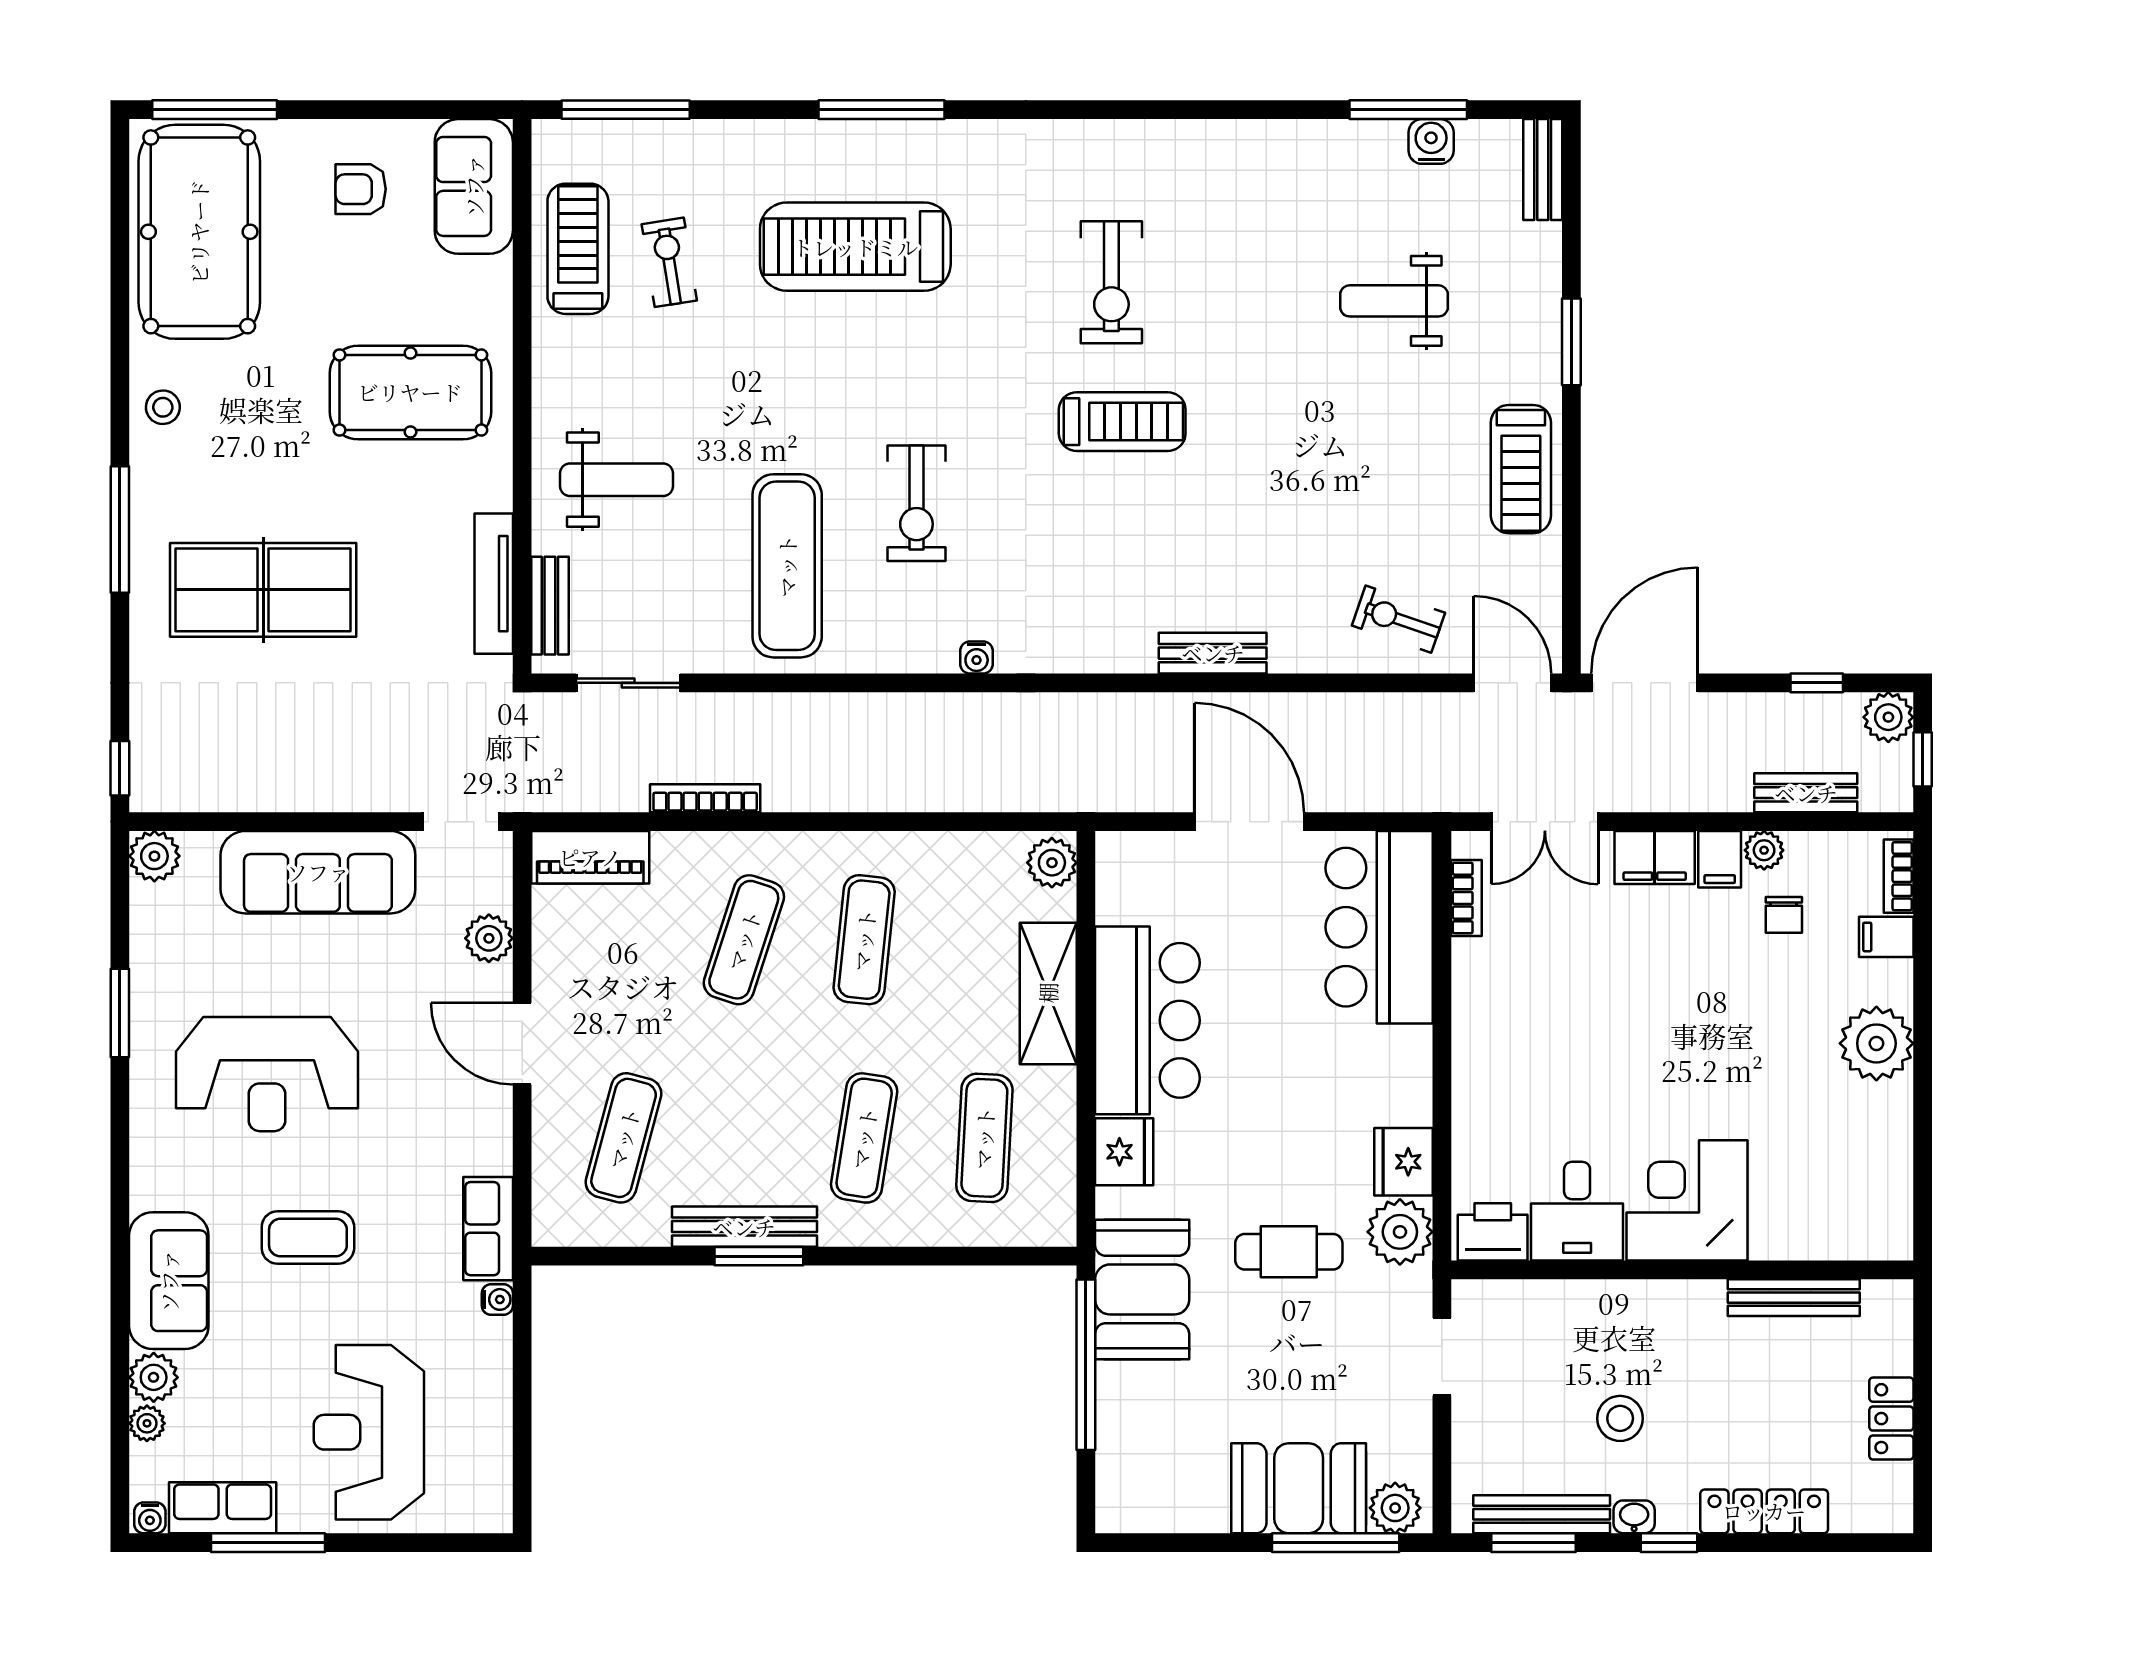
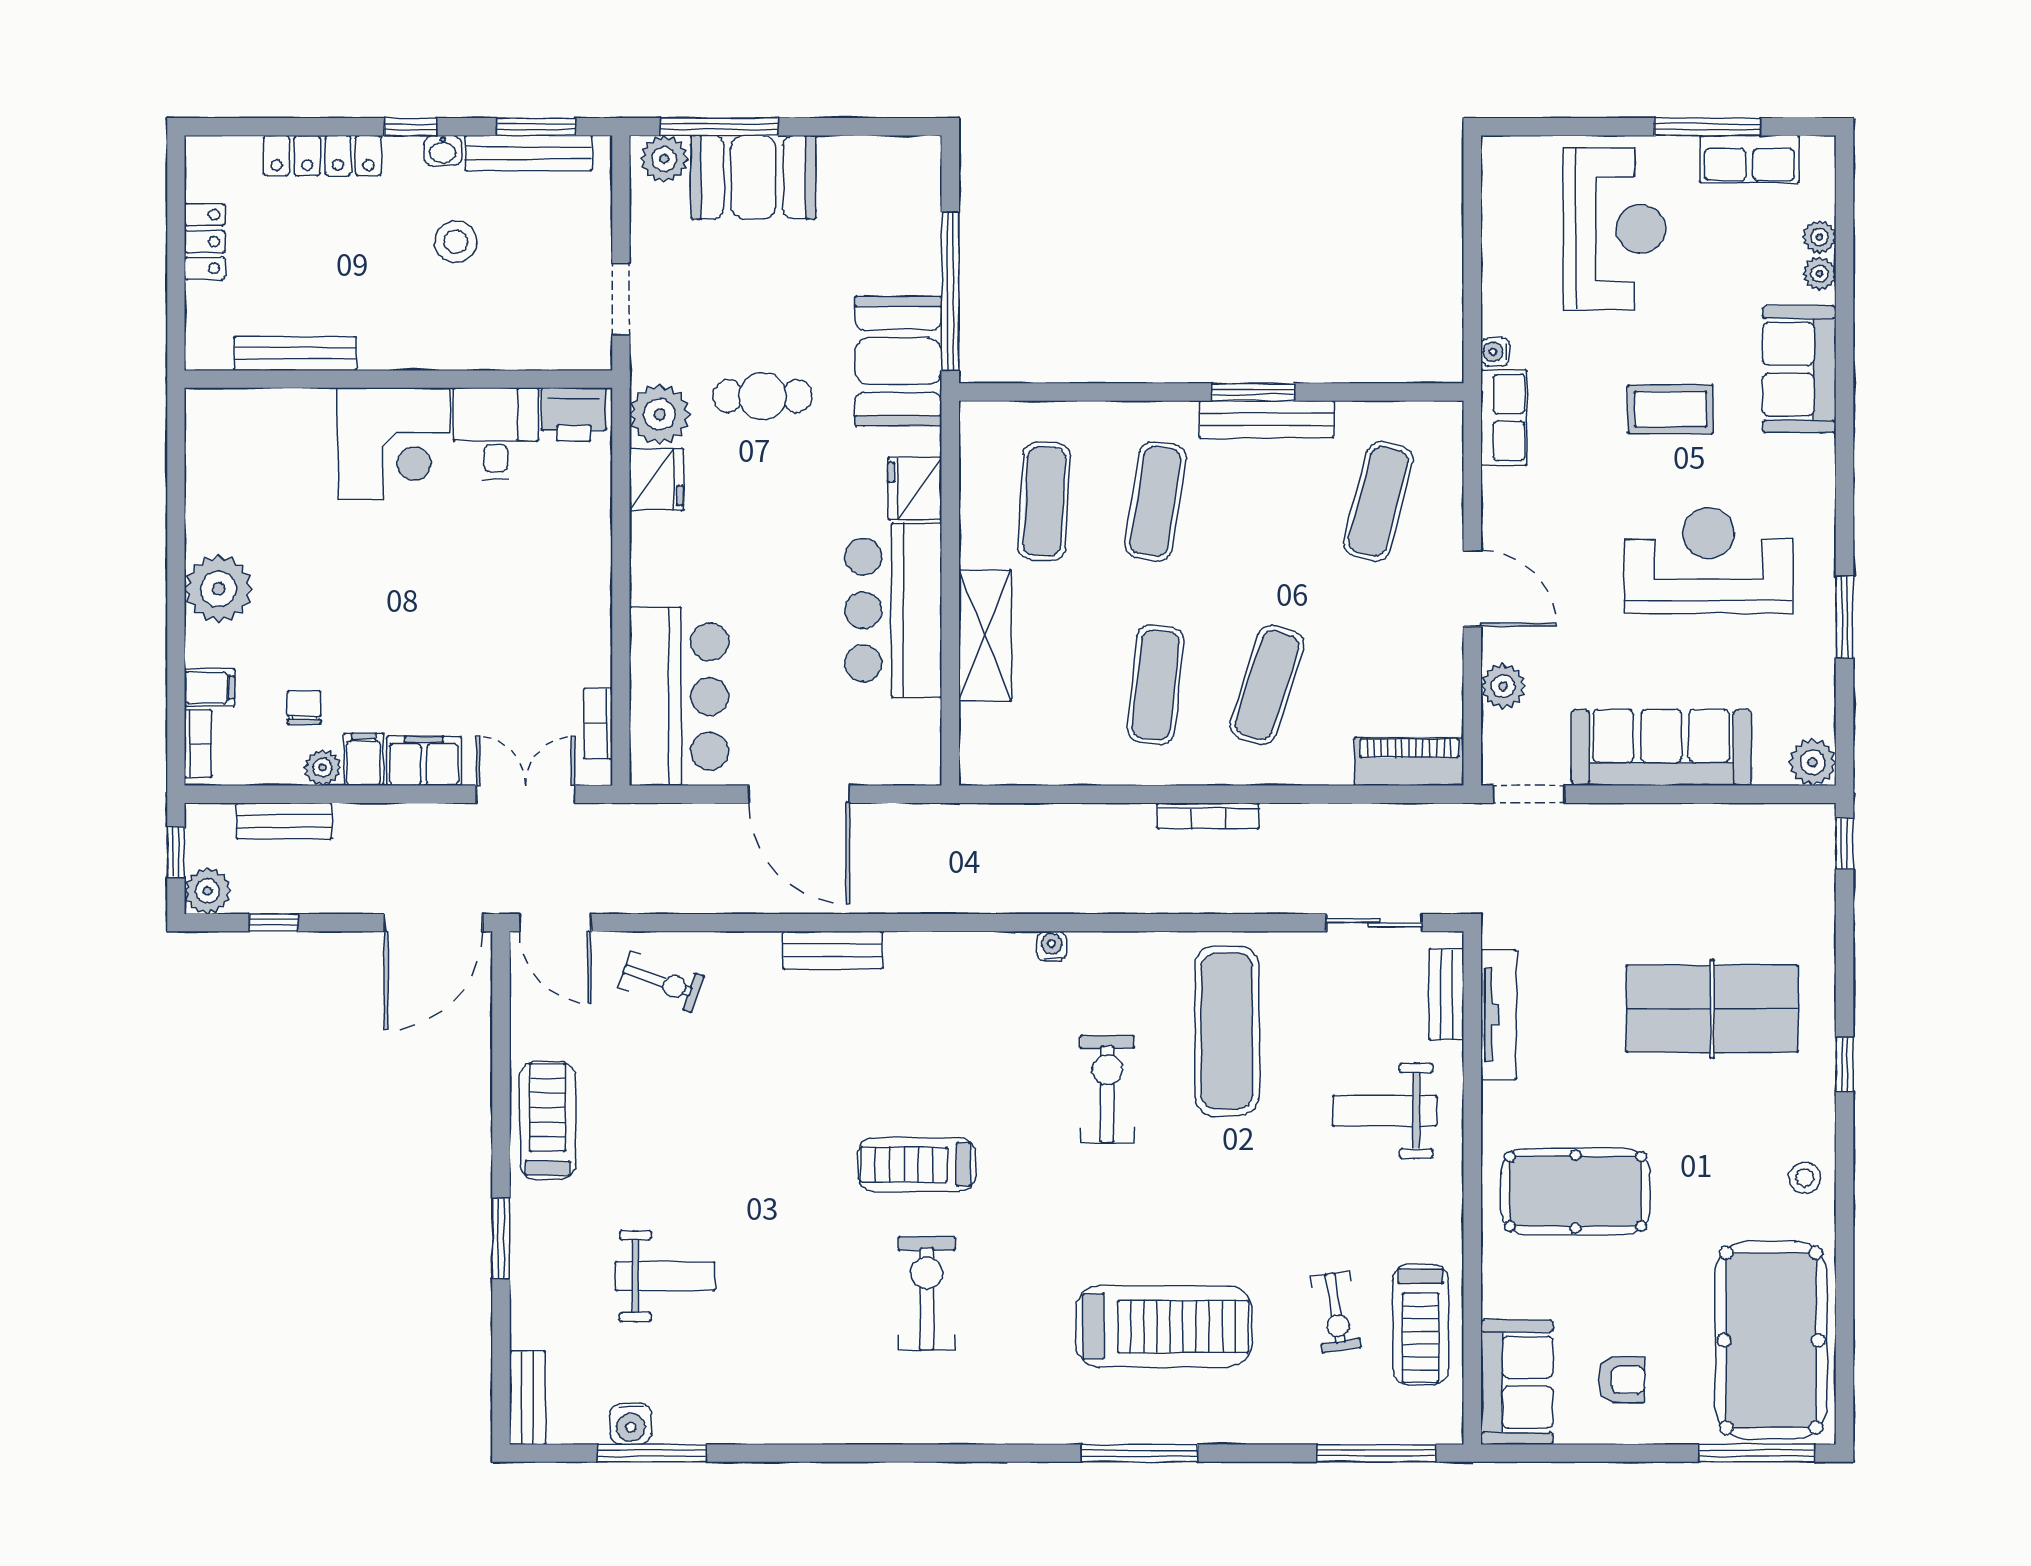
window: (120, 530) -> (1845, 1065), width x0.46
bookcase: (705, 798) -> (1208, 816), moved
plant: (1052, 863) -> (982, 756), removed
plant: (154, 1377) -> (1820, 274), width x0.73, depth x0.73
water cooler: (150, 1518) -> (1817, 150), removed

